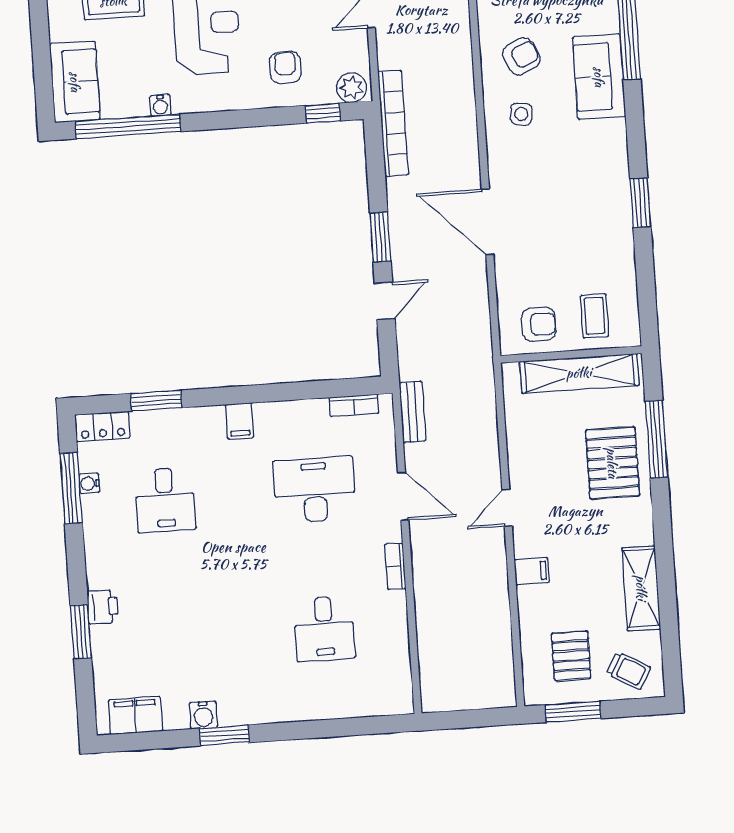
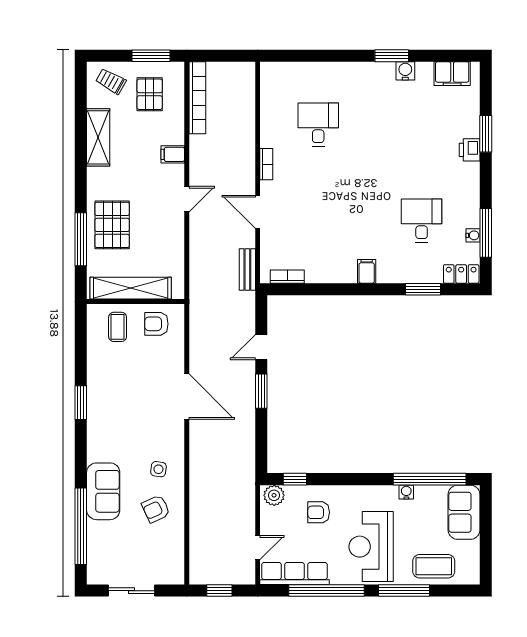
armchair: (285, 67) -> (319, 512), turned 90
bookcase: (393, 123) -> (197, 98), moved, turned 180
desk: (315, 490) -> (318, 220), removed

